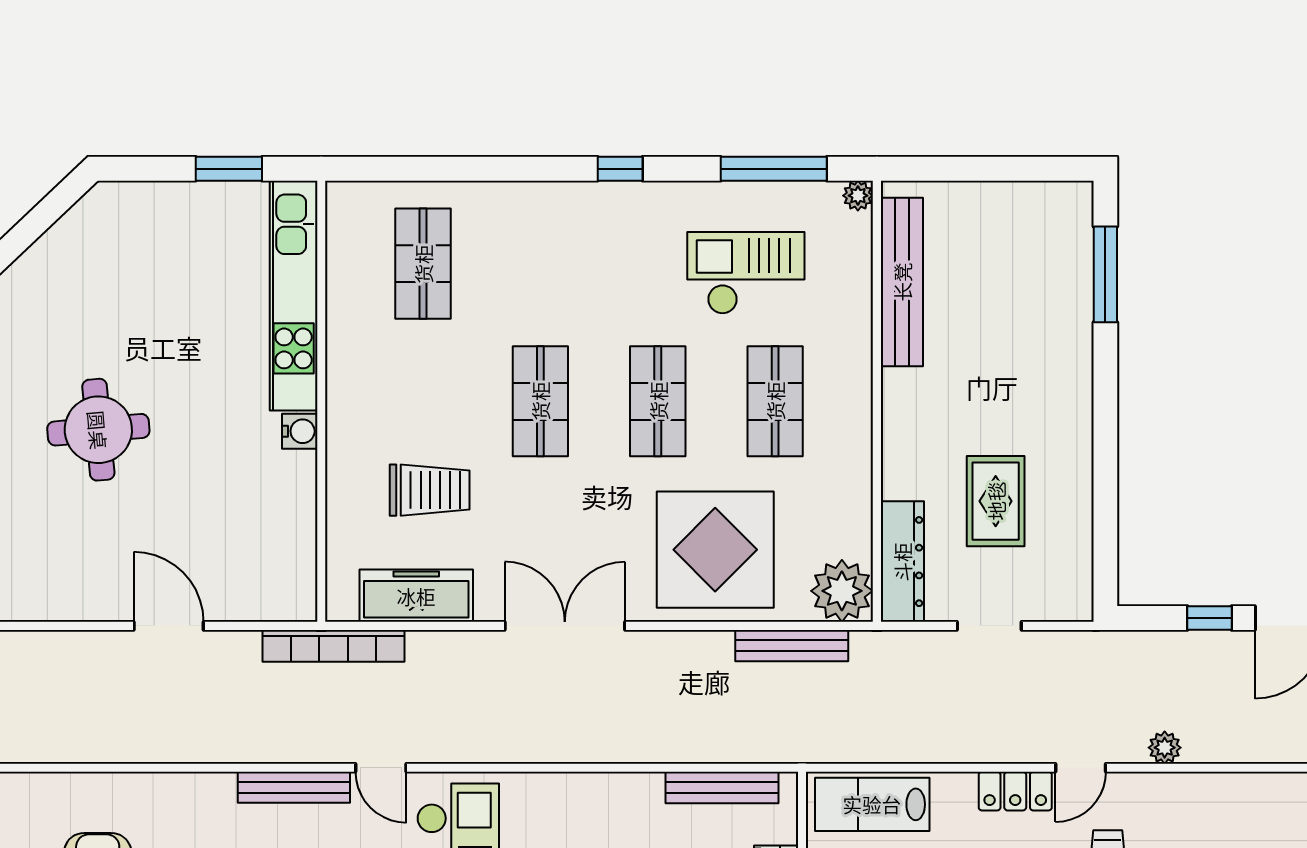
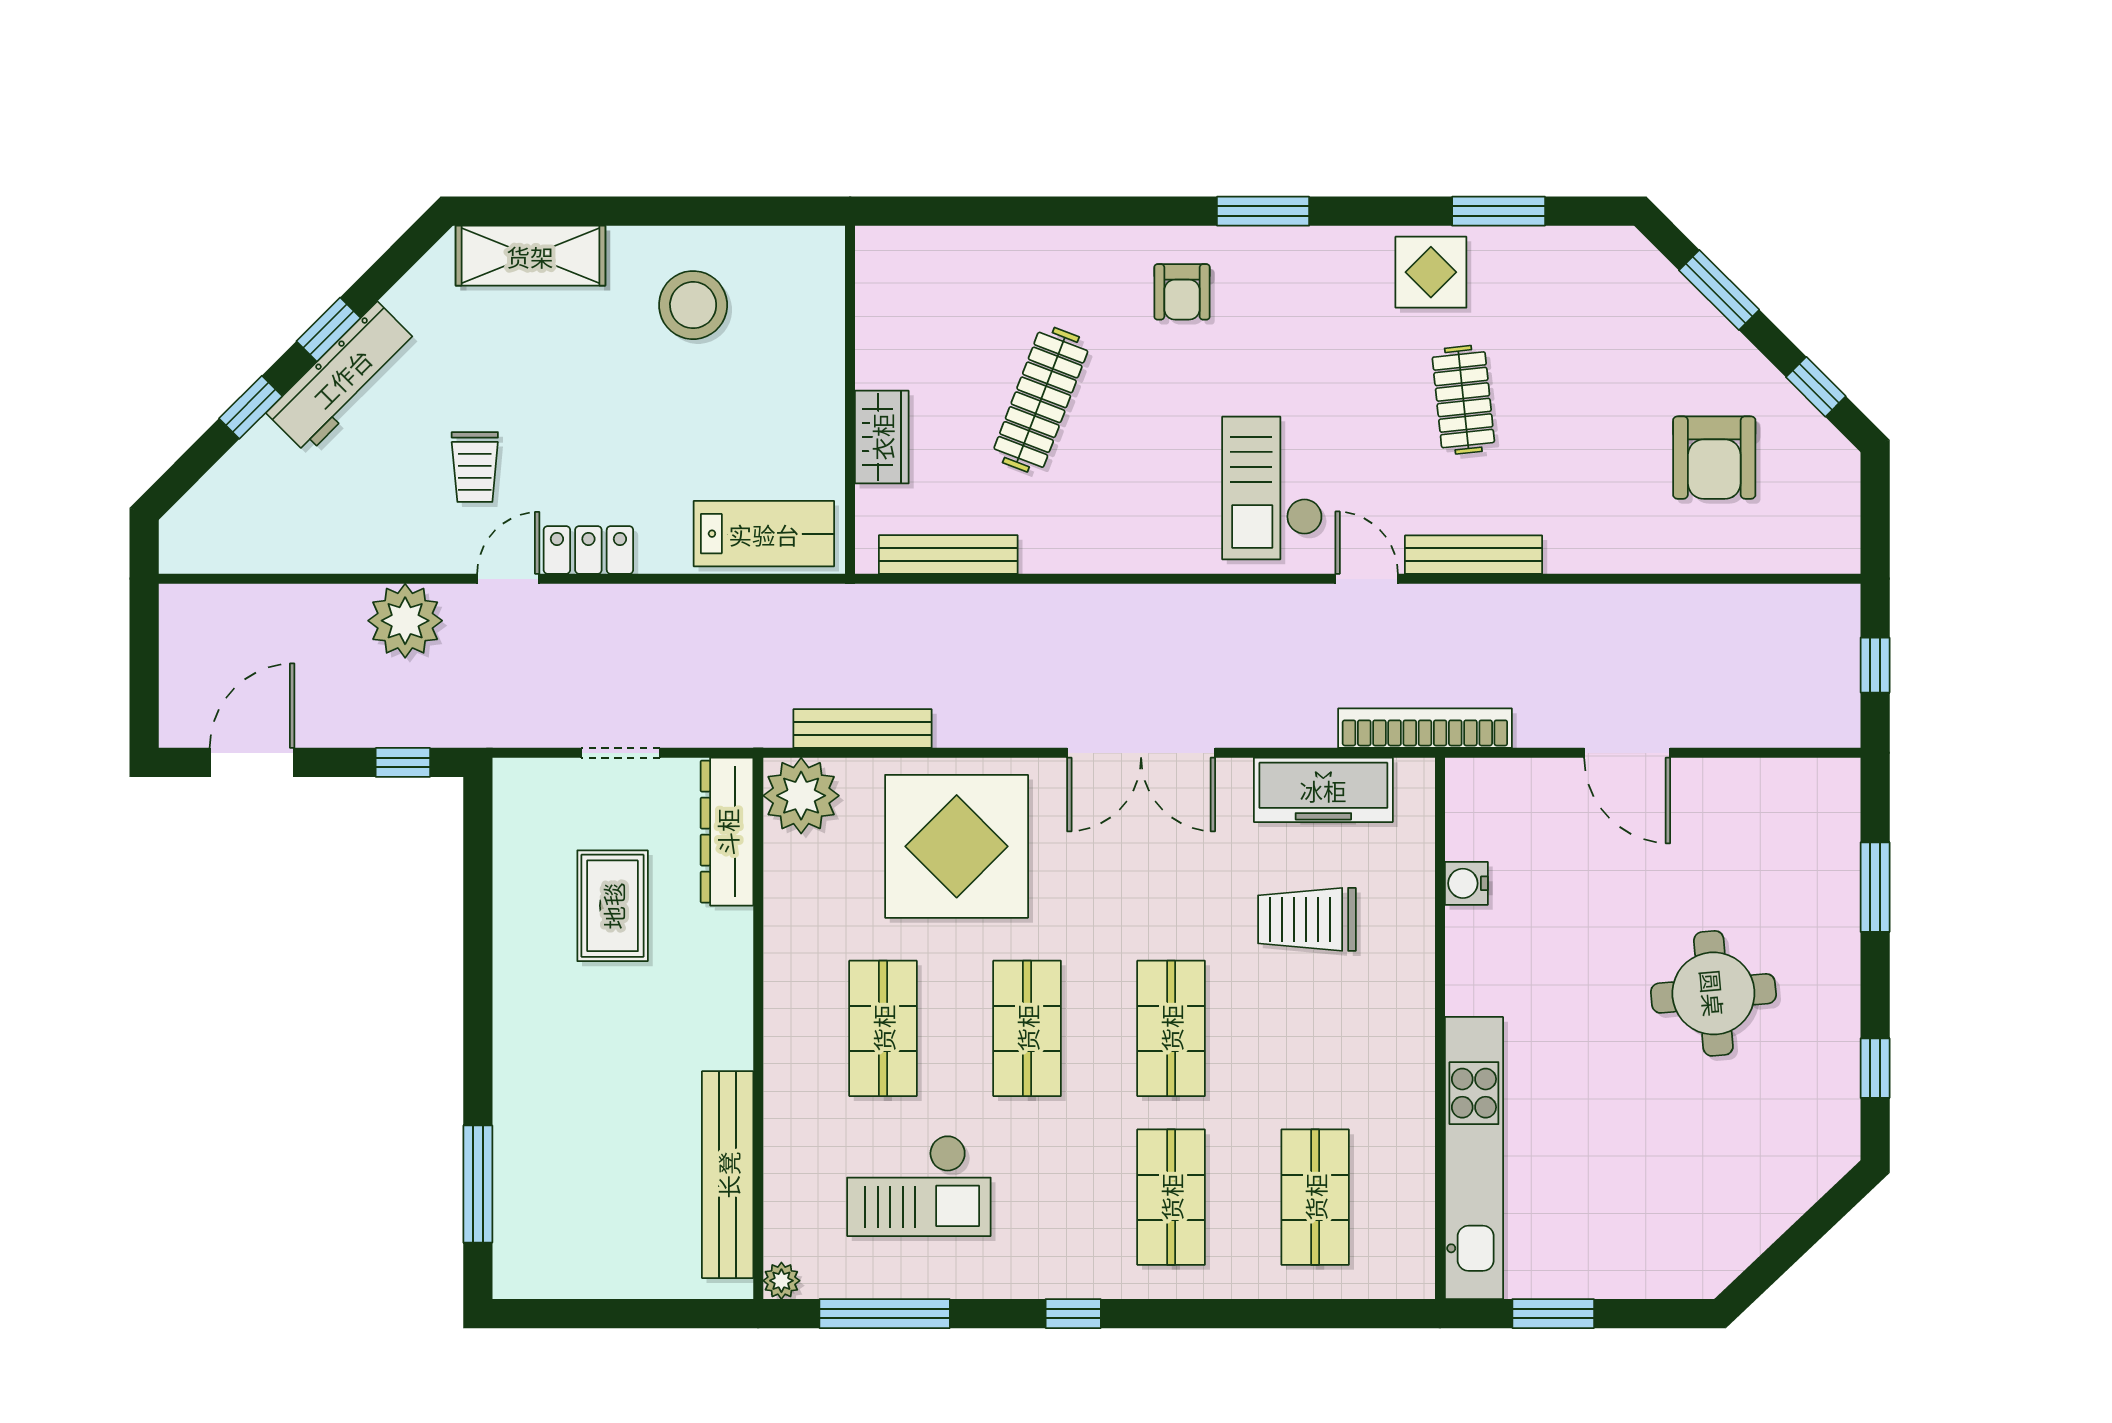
shop shelf: (540, 264) -> (1171, 1197), added
water cooler: (300, 431) -> (1466, 883), moved
window: (1209, 618) -> (403, 762), moved
plant: (1165, 748) -> (405, 621), width x1.87, depth x1.87

